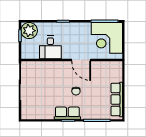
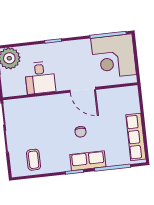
coffee table: (39, 108) -> (34, 160), added
row of seats: (67, 113) -> (88, 161), moved

